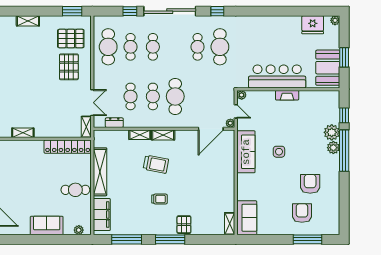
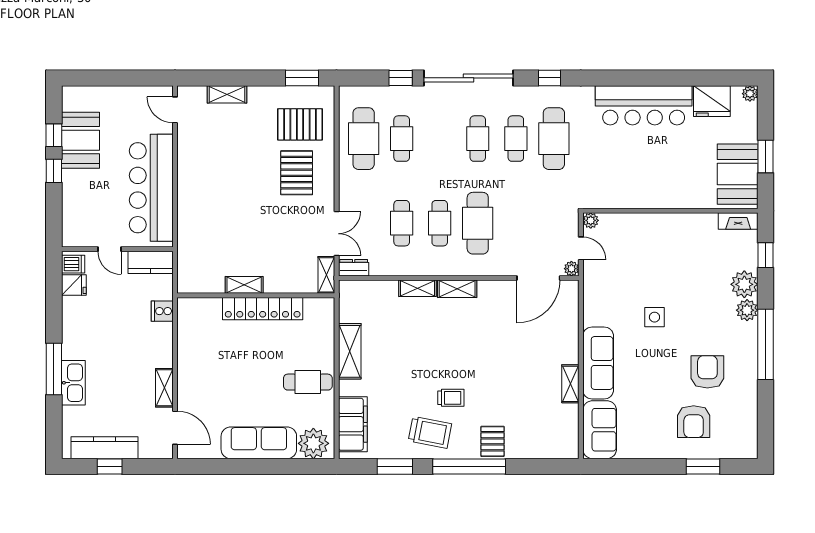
cafe table: (153, 47) -> (478, 139), moved
bar counter: (277, 76) -> (644, 105), moved, turned 180
fireplace: (287, 95) -> (738, 221), moved
dresser: (114, 123) -> (354, 268), moved
shelving: (23, 133) -> (244, 285), moved
locker: (68, 147) -> (263, 309), moved
window: (344, 151) -> (766, 344), moved
sofa: (246, 152) -> (598, 363), moved
trolley: (156, 164) -> (430, 432), moved
shelving: (100, 172) -> (350, 351), width x0.68
armchair: (302, 213) -> (694, 422), turned 180
shelving: (230, 224) -> (570, 384), moved
sofa: (47, 225) -> (259, 443), width x1.36
plant: (79, 230) -> (313, 443), width x1.88, depth x1.88
window: (127, 239) -> (395, 467), width x0.69
window: (170, 239) -> (469, 467), width x1.46
window: (307, 239) -> (703, 467), width x0.69

